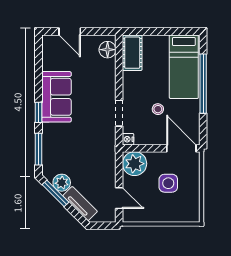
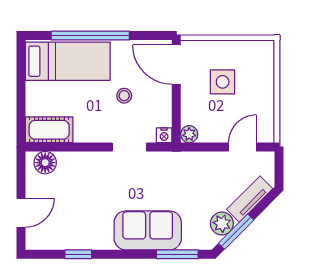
sofa: (56, 97) -> (148, 230), moved
window: (39, 112) -> (78, 254), moved
door: (181, 148) -> (176, 65), hinge flipped
plant: (135, 164) -> (189, 134), width x0.53, depth x0.53

